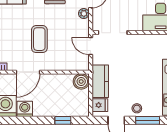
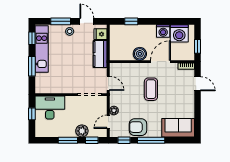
boiler: (81, 81) -> (140, 54), moved

